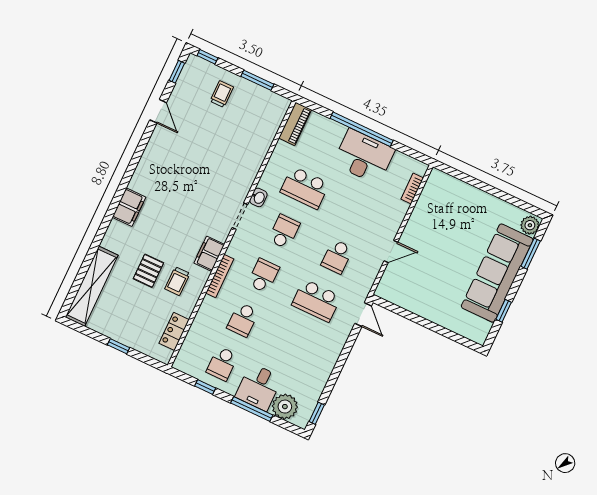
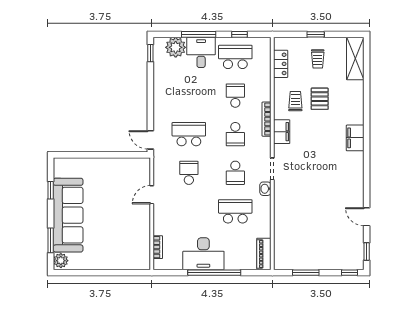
trolley: (222, 94) -> (318, 59), moved
shelving: (92, 286) -> (355, 58), width x0.68
school desk: (222, 364) -> (235, 57), width x1.85

